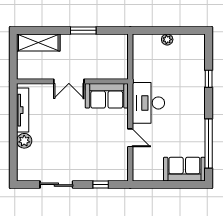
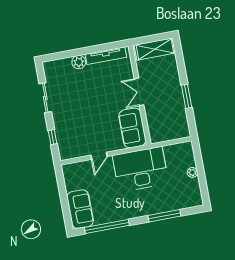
shelving: (38, 43) -> (155, 49), moved, turned 90
window: (209, 79) -> (164, 216), width x2.17
desk: (148, 103) -> (140, 169), width x1.36, depth x1.30

